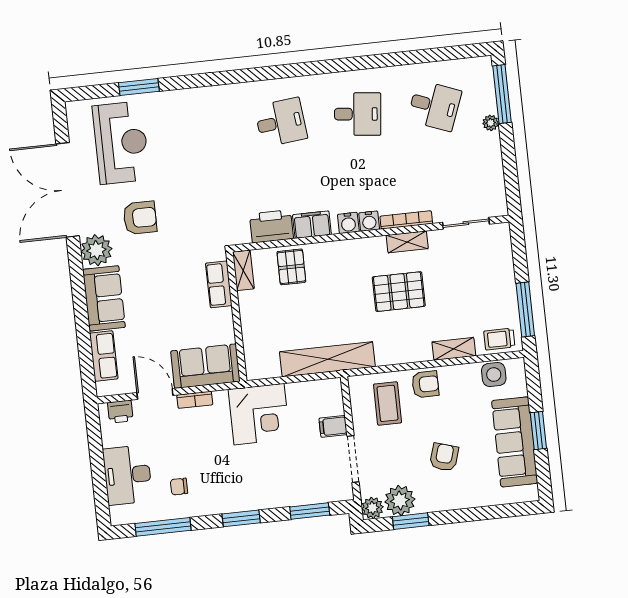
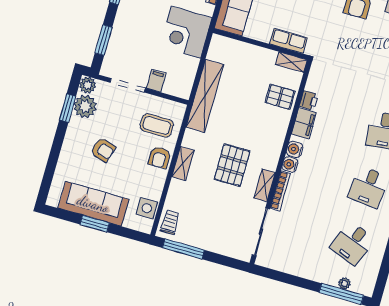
plant: (491, 123) -> (344, 283), moved
sliding door: (466, 223) -> (261, 232), width x1.37
printer: (271, 226) -> (309, 100), width x0.53, depth x0.68
shelving: (454, 349) -> (183, 164), moved

